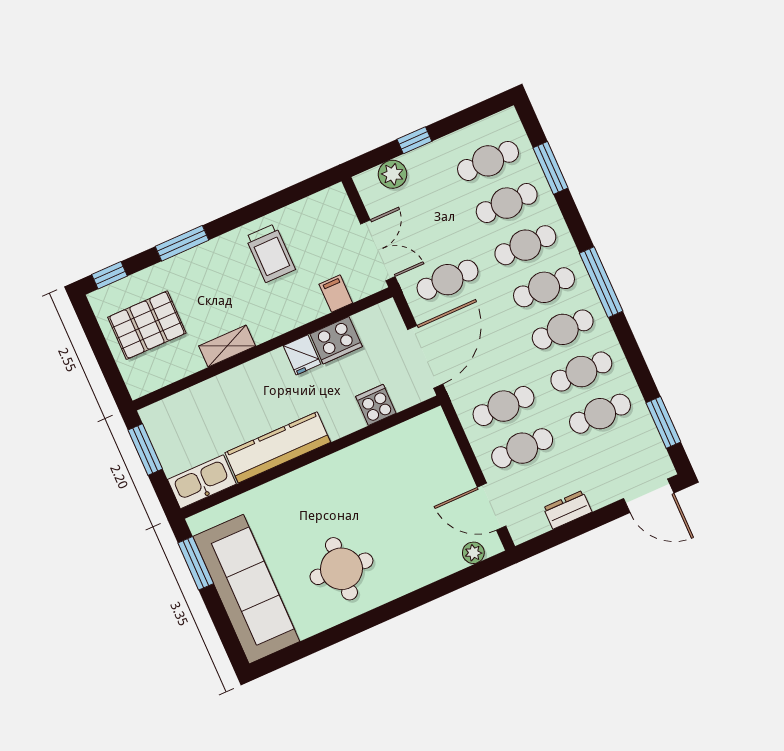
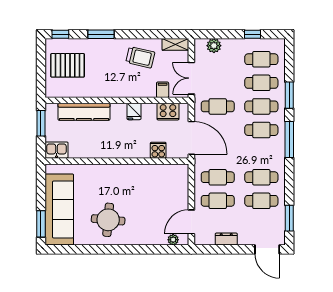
window: (414, 140) -> (252, 34), moved
window: (551, 168) -> (289, 95), moved
double door: (378, 250) -> (191, 78), swing flipped
trolley: (270, 253) -> (140, 57), turned -77
cafe table: (563, 329) -> (261, 154), removed
cooker: (336, 340) -> (168, 112), moved
shelving: (227, 346) -> (175, 44), moved
door: (425, 357) -> (191, 138), hinge flipped
kitchen counter: (278, 447) -> (84, 112), moved, turned 180
kitchen sink: (202, 482) -> (57, 150), width x0.73
door: (492, 507) -> (191, 222), hinge flipped
window: (196, 563) -> (41, 224), moved

